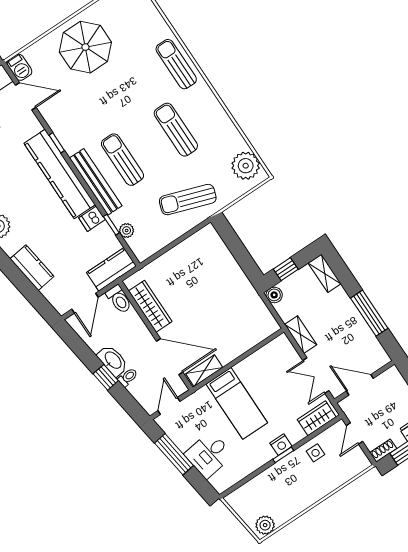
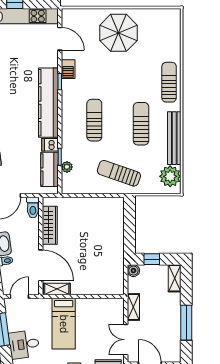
barbecue: (20, 67) -> (68, 69), moved
bench: (96, 182) -> (174, 138), moved
kitchen counter: (111, 269) -> (49, 169), moved, turned -90

